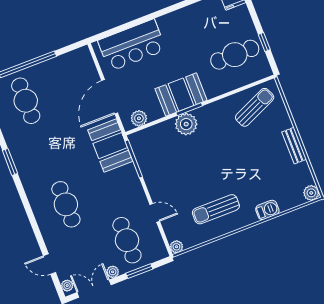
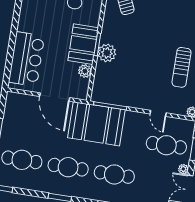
plant: (139, 118) -> (85, 71), moved
booth: (110, 146) -> (96, 124), width x1.36, depth x1.42
cafe table: (46, 153) -> (68, 167), added
door: (155, 213) -> (158, 113), swing flipped

